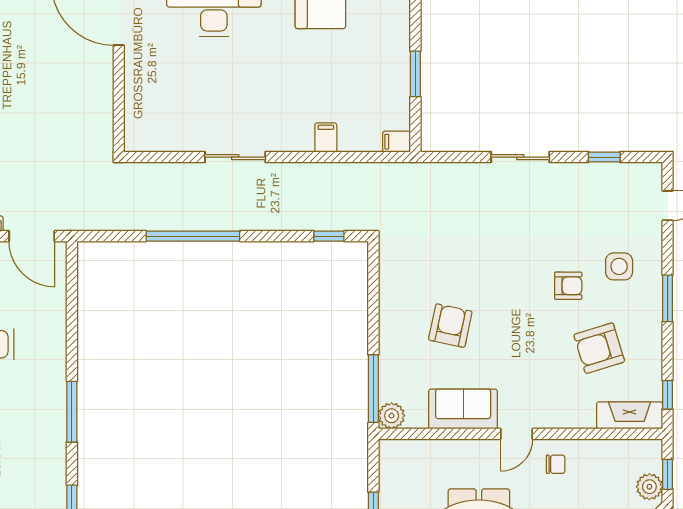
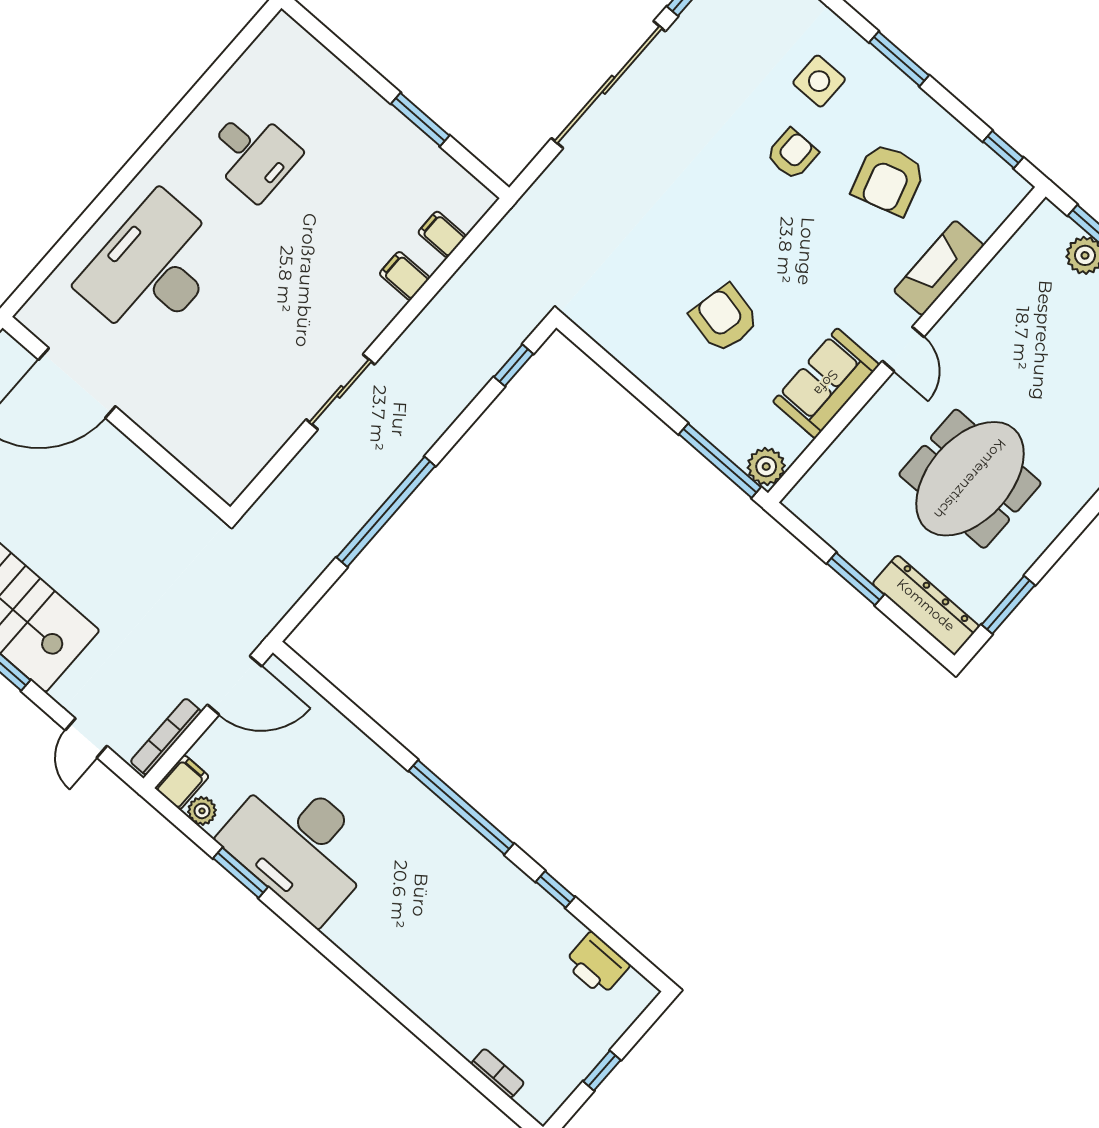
filing cabinet: (397, 142) -> (442, 234), moved, turned 90
sliding door: (520, 157) -> (608, 85), width x1.86
window: (72, 412) -> (461, 807), width x1.46
fireplace: (630, 415) -> (939, 268), moved
chair: (556, 464) -> (973, 335), removed

